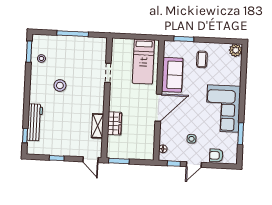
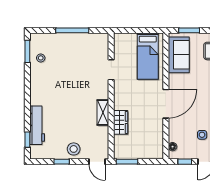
sofa: (172, 75) -> (179, 55), moved
stool: (60, 85) -> (74, 149), moved
shelving: (98, 126) -> (103, 112), moved

